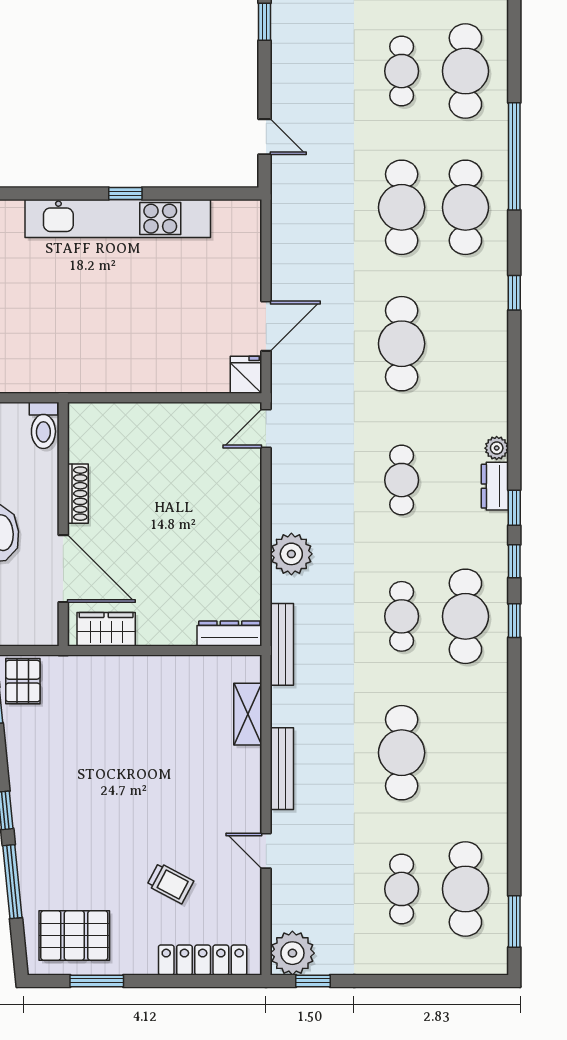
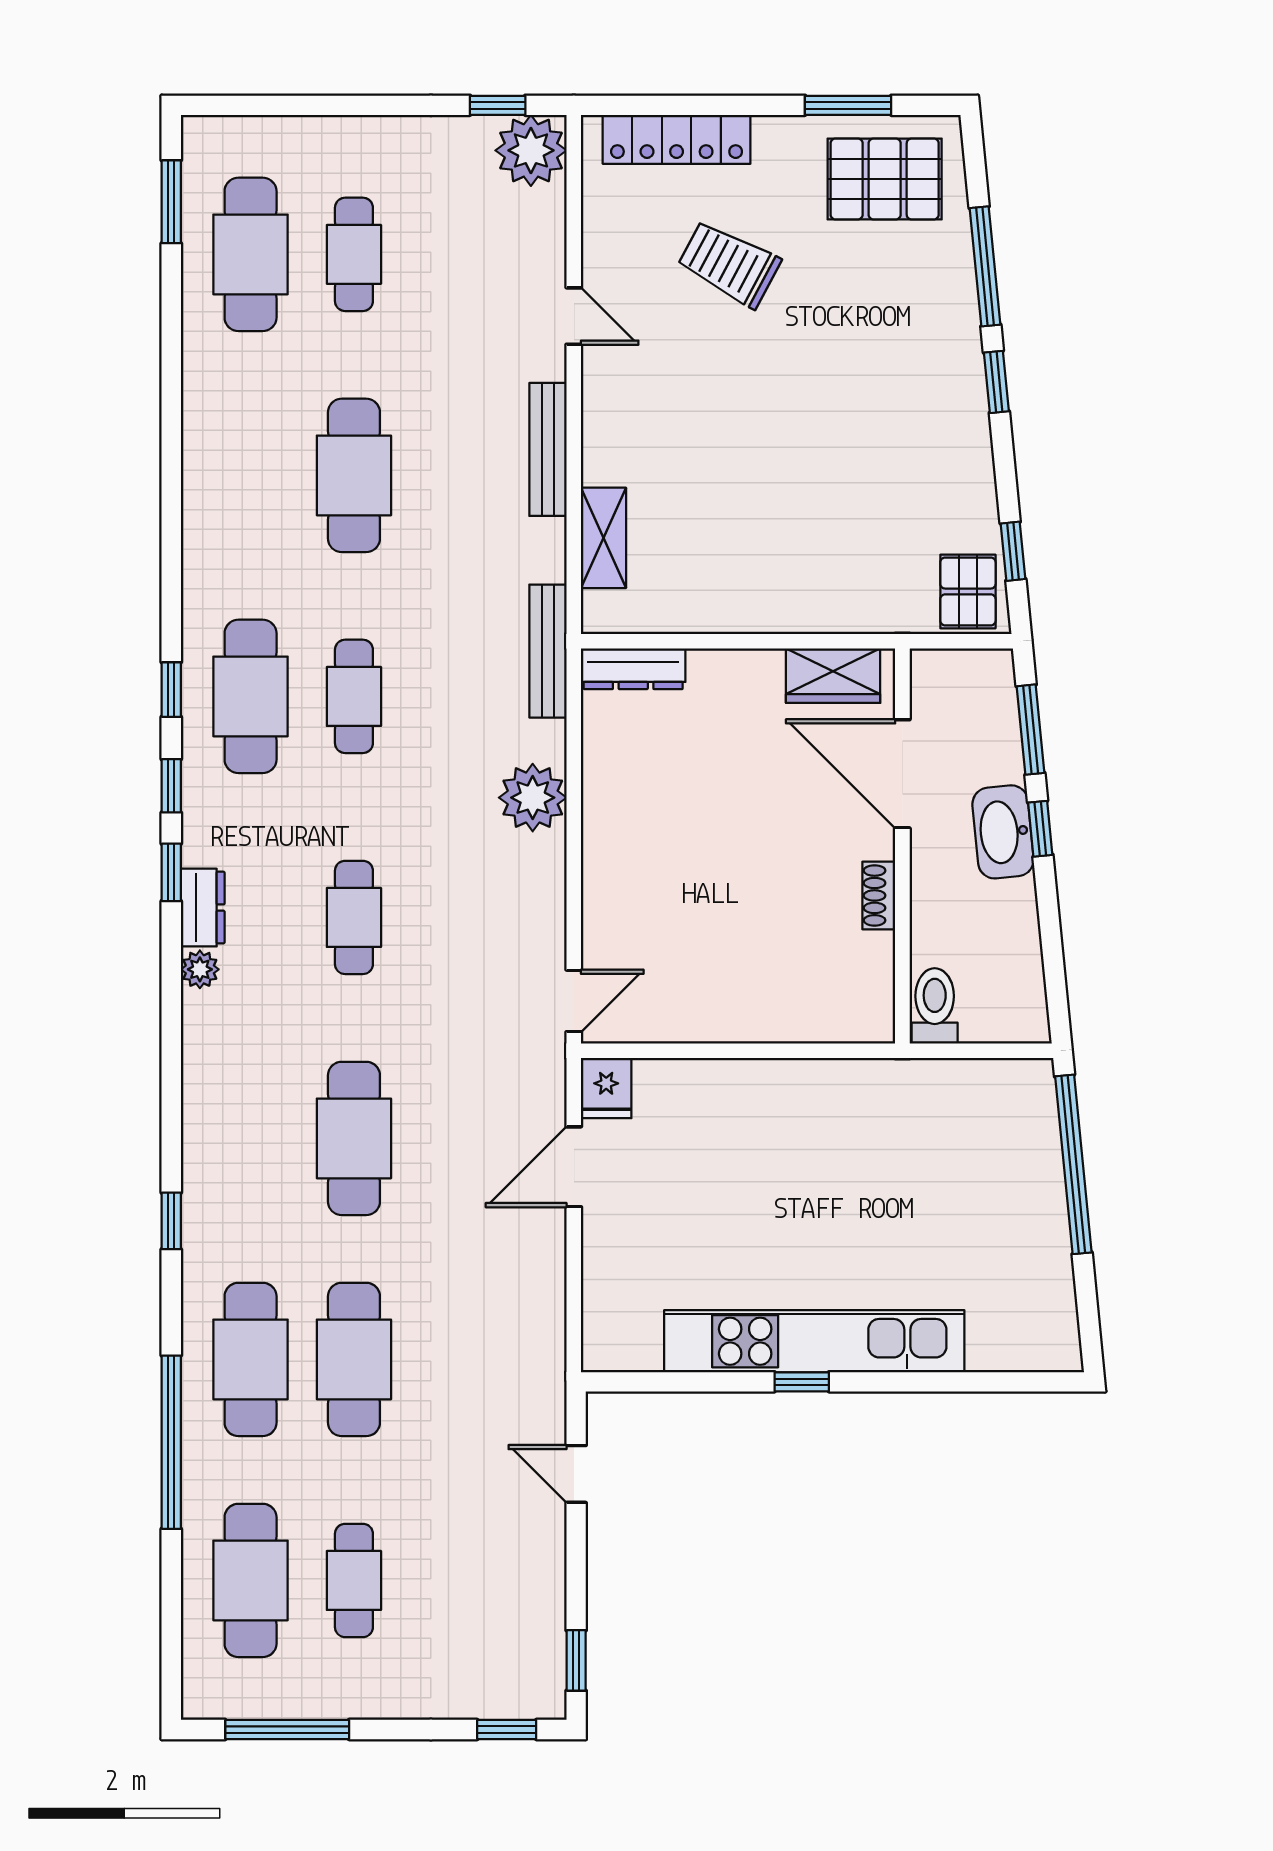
shoe rack: (78, 494) -> (879, 895), width x0.70
trolley: (170, 883) -> (729, 264), width x1.36, depth x1.39

